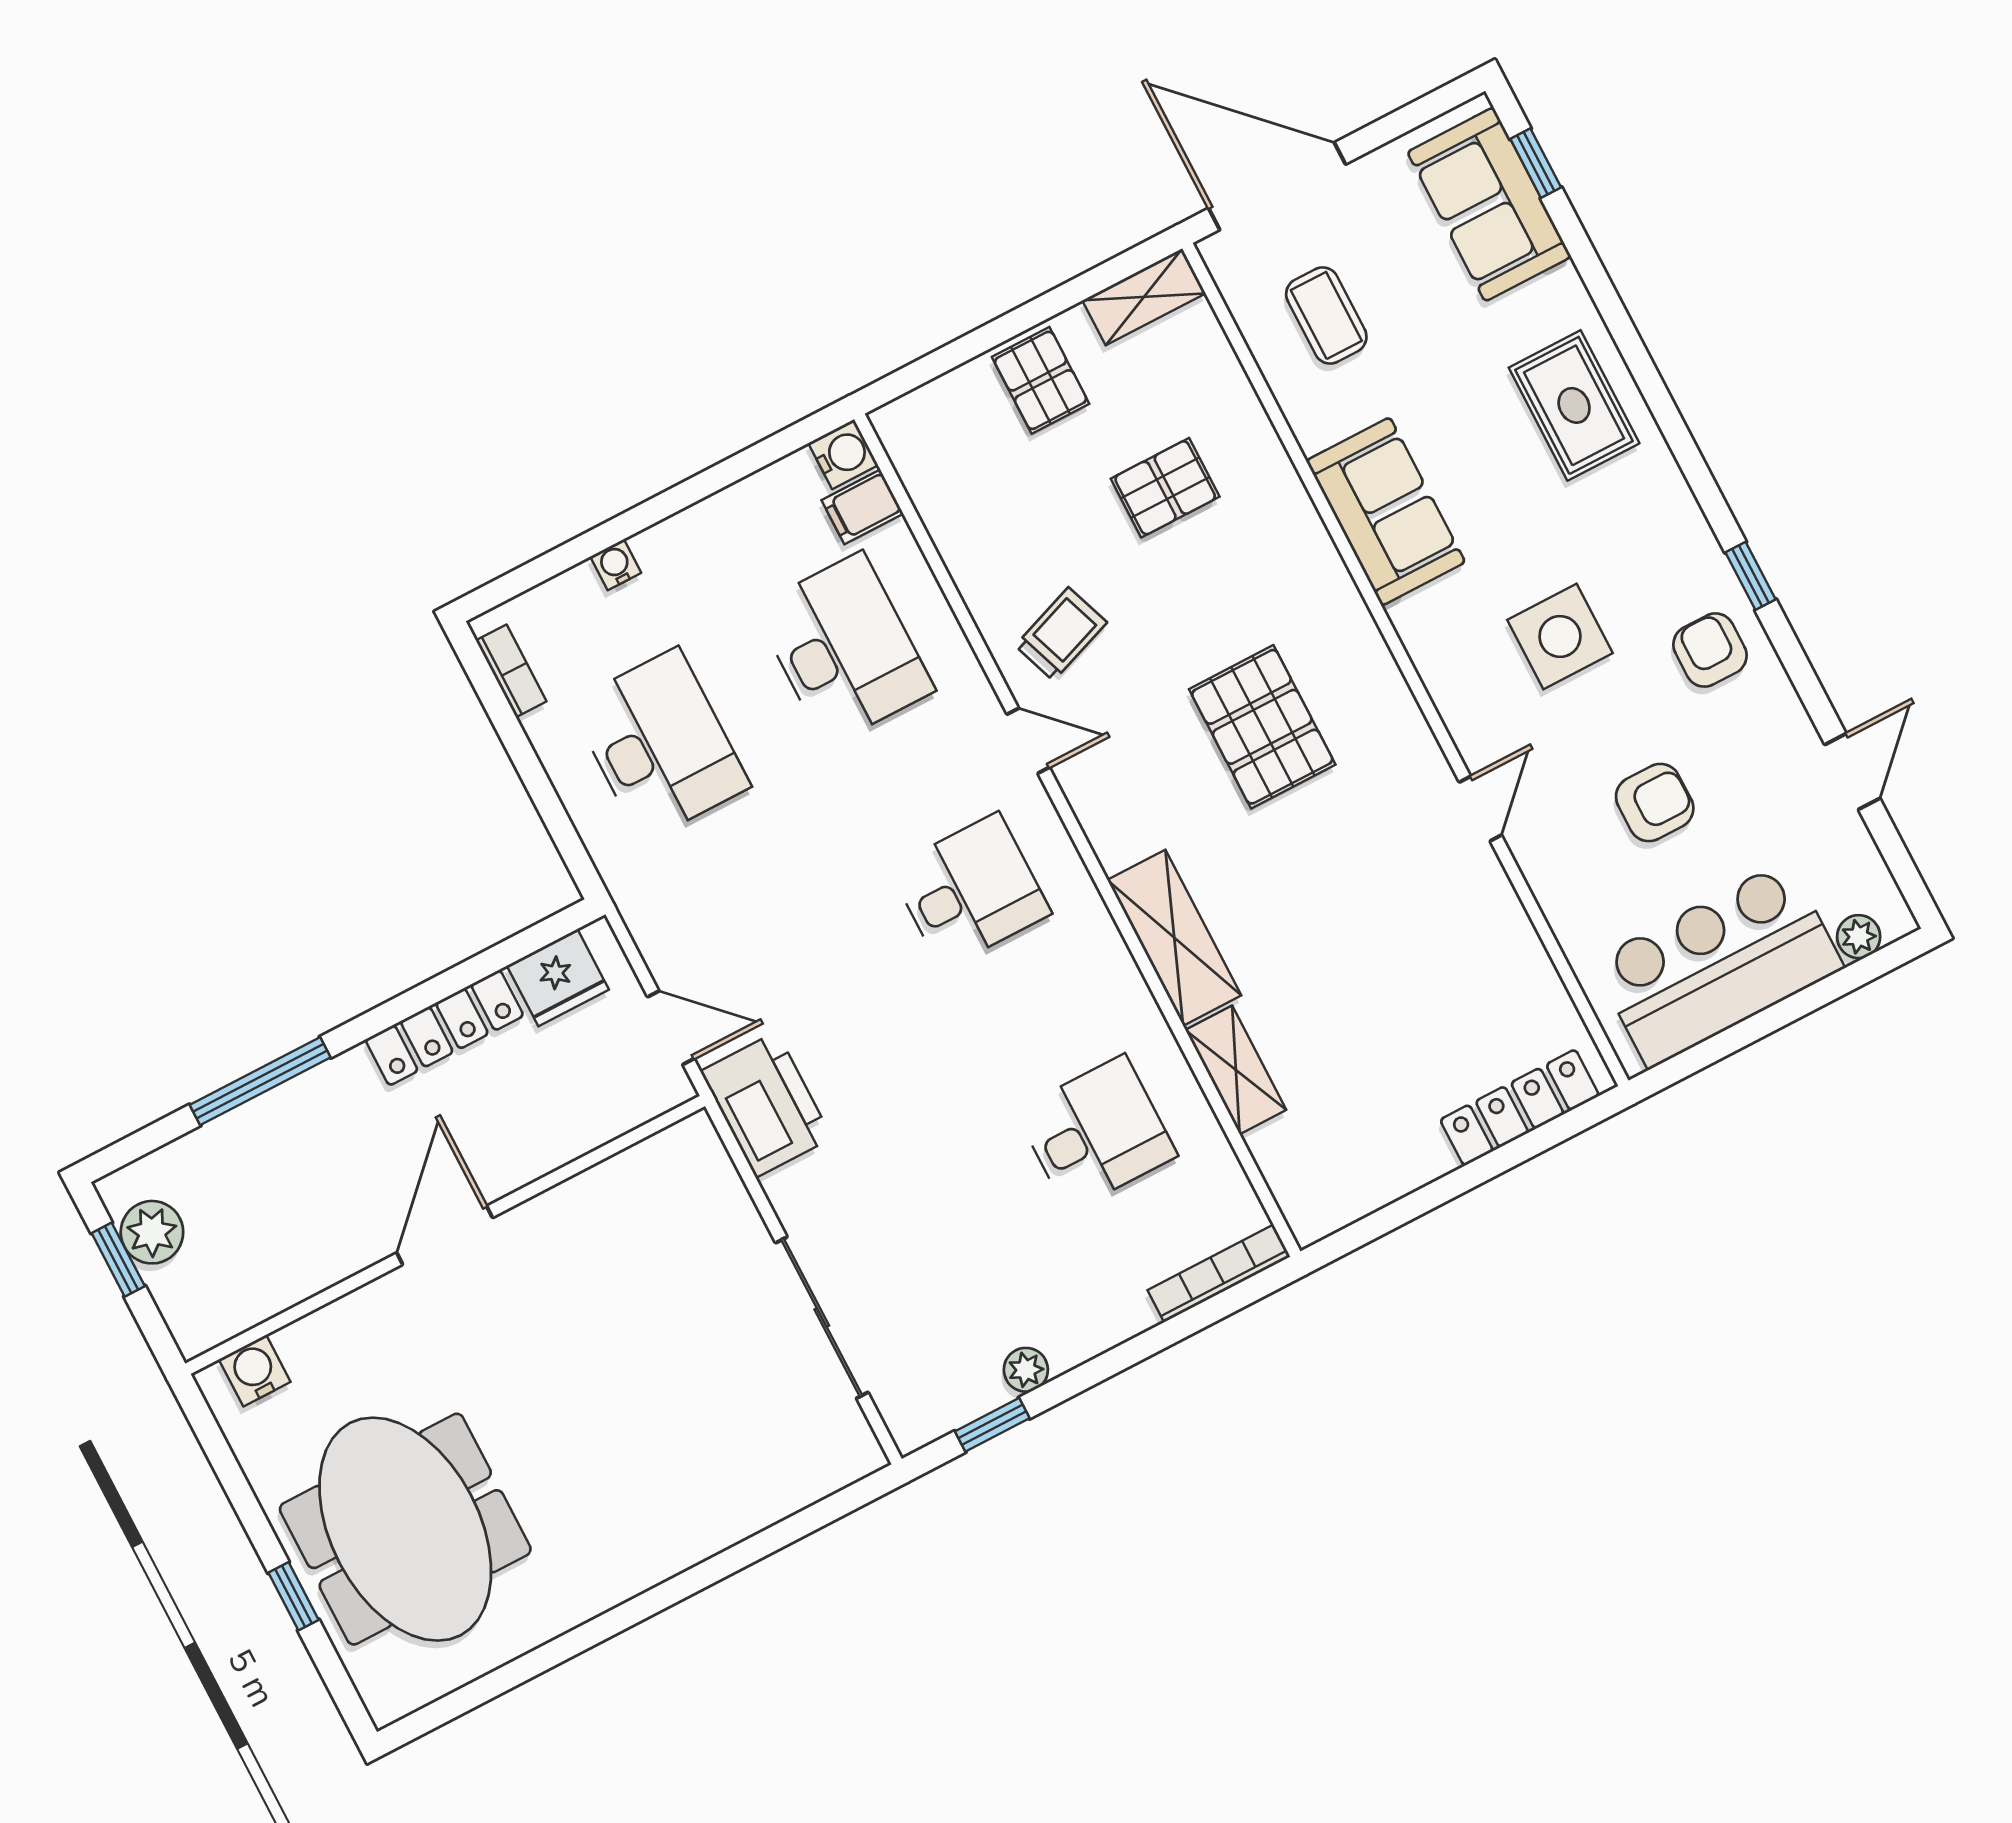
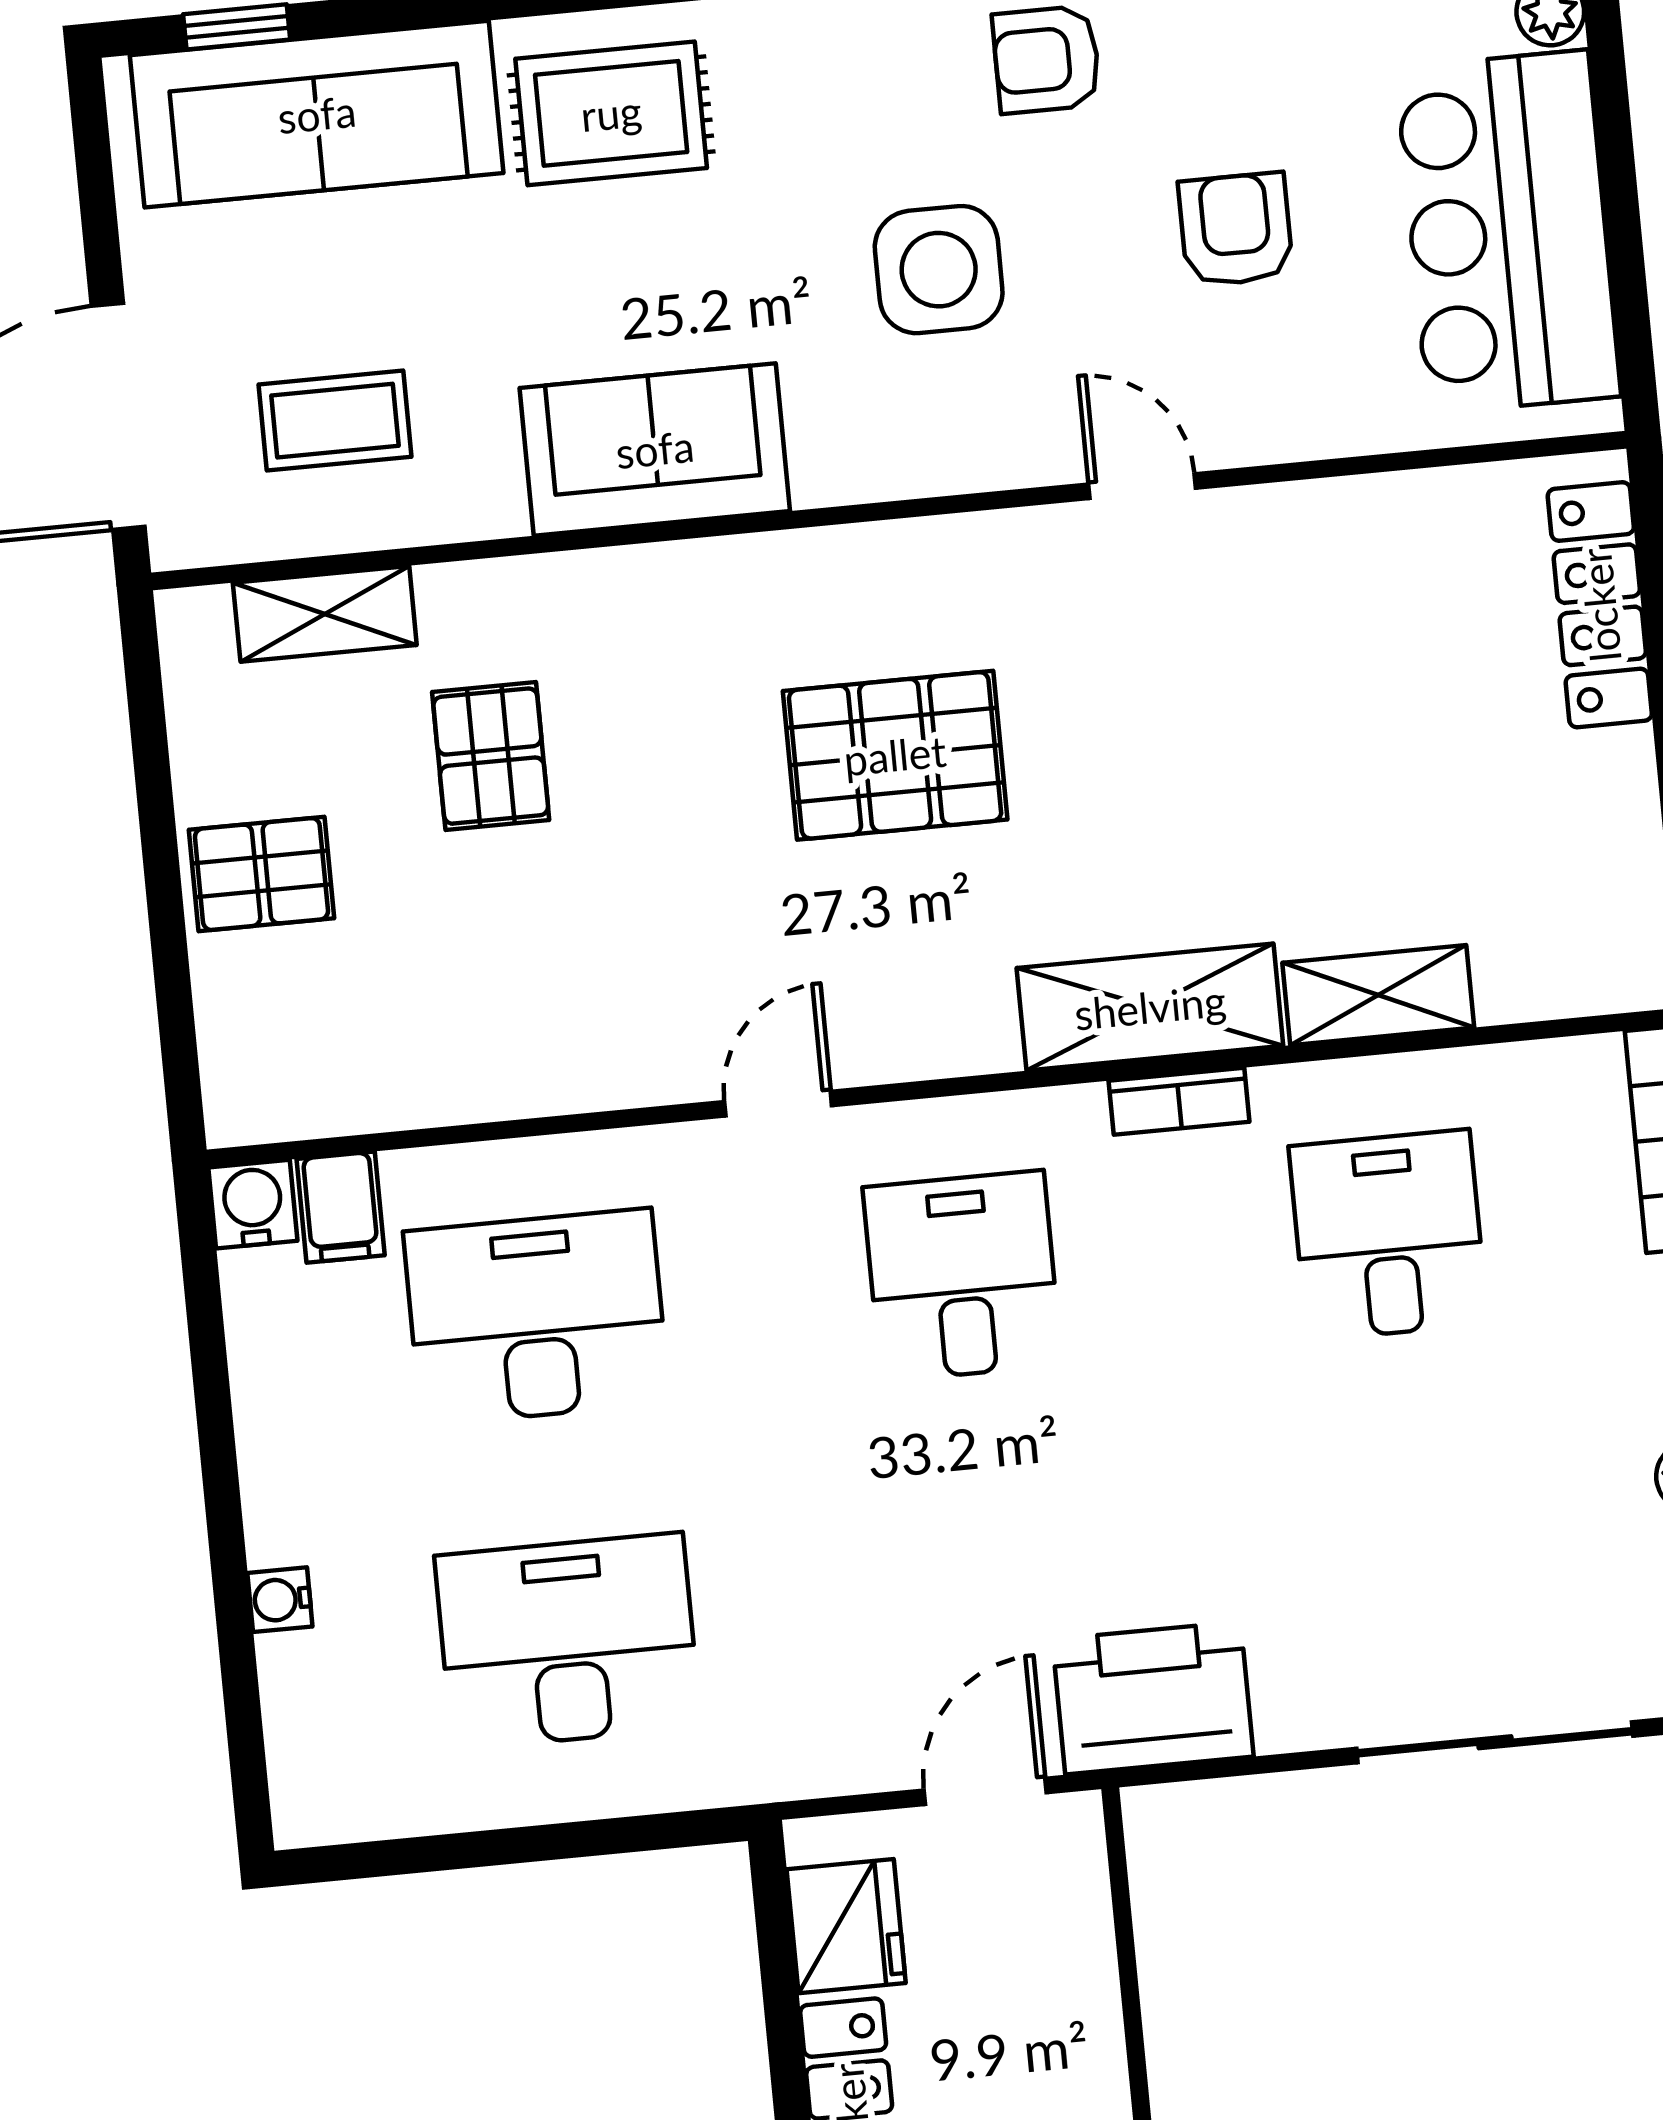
sofa: (1489, 204) -> (317, 114), width x1.36
shelving: (1144, 297) -> (325, 614), moved, turned 90
trolley: (1061, 634) -> (642, 993), removed
bookcase: (511, 671) -> (1179, 1101), moved, turned 180

